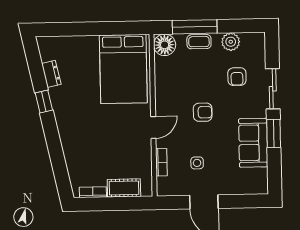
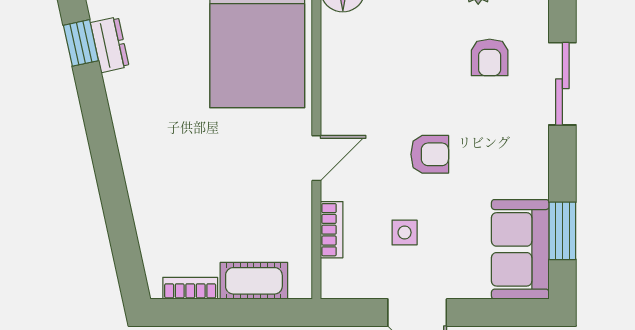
window: (44, 102) -> (81, 43), moved
armchair: (203, 112) -> (430, 154), moved
window: (274, 133) -> (562, 231), moved
sofa: (253, 143) -> (520, 249), moved

